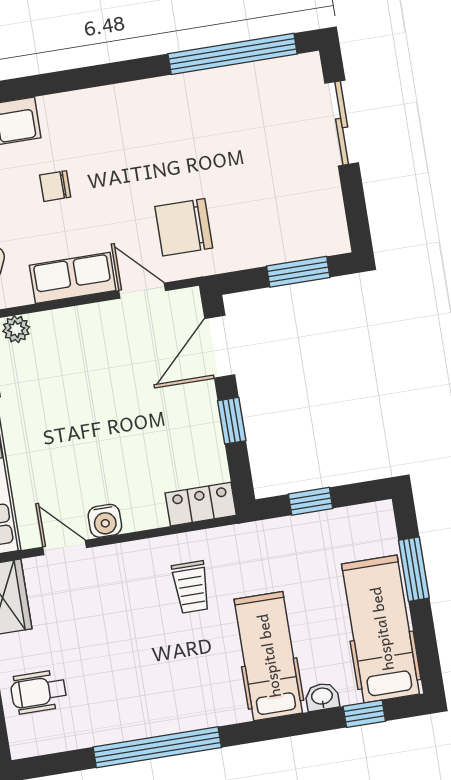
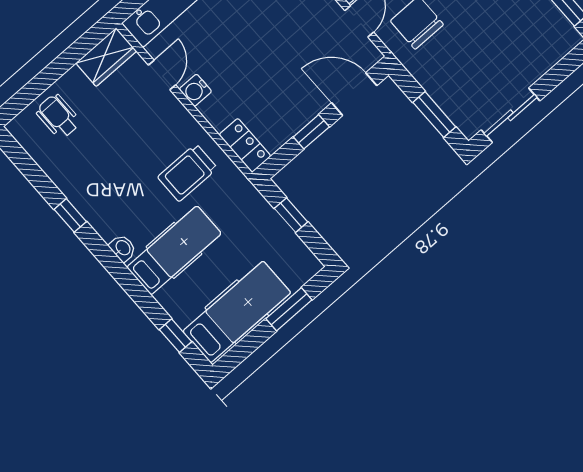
sliding door: (342, 123) -> (511, 115), moved
trolley: (191, 587) -> (187, 173), width x1.36, depth x1.39
washbasin: (322, 697) -> (123, 248), moved
window: (157, 747) -> (70, 215), width x0.32

